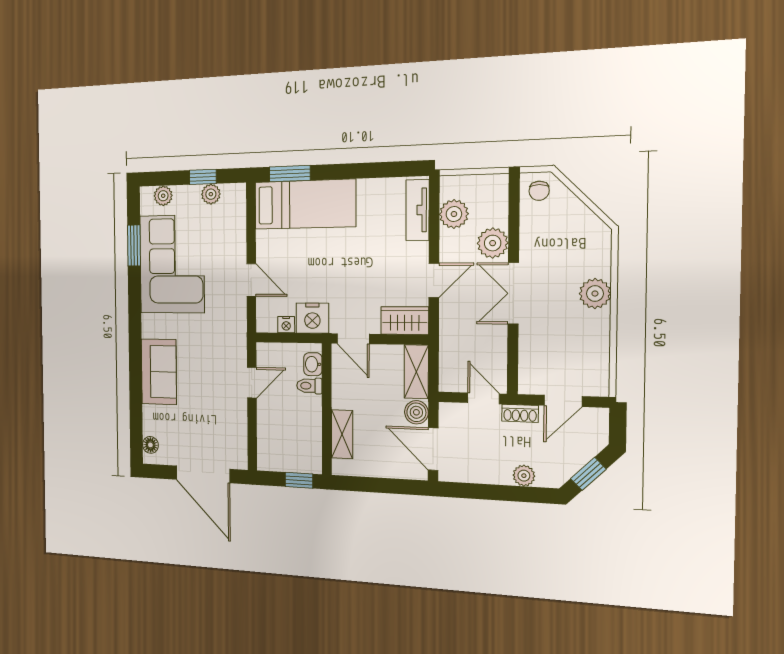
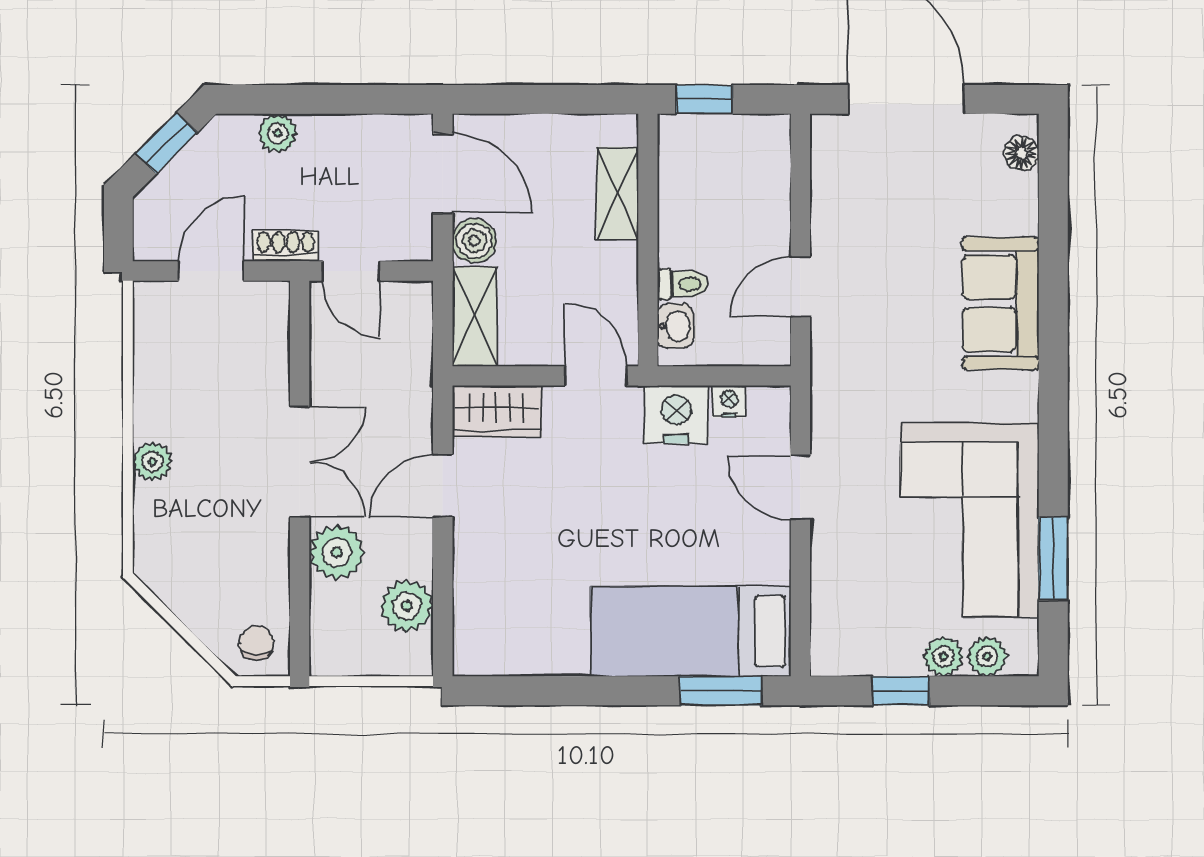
plant: (211, 194) -> (943, 656), moved
tv unit: (418, 210) -> (474, 615), removed
plant: (595, 294) -> (152, 462), width x0.73, depth x0.73

